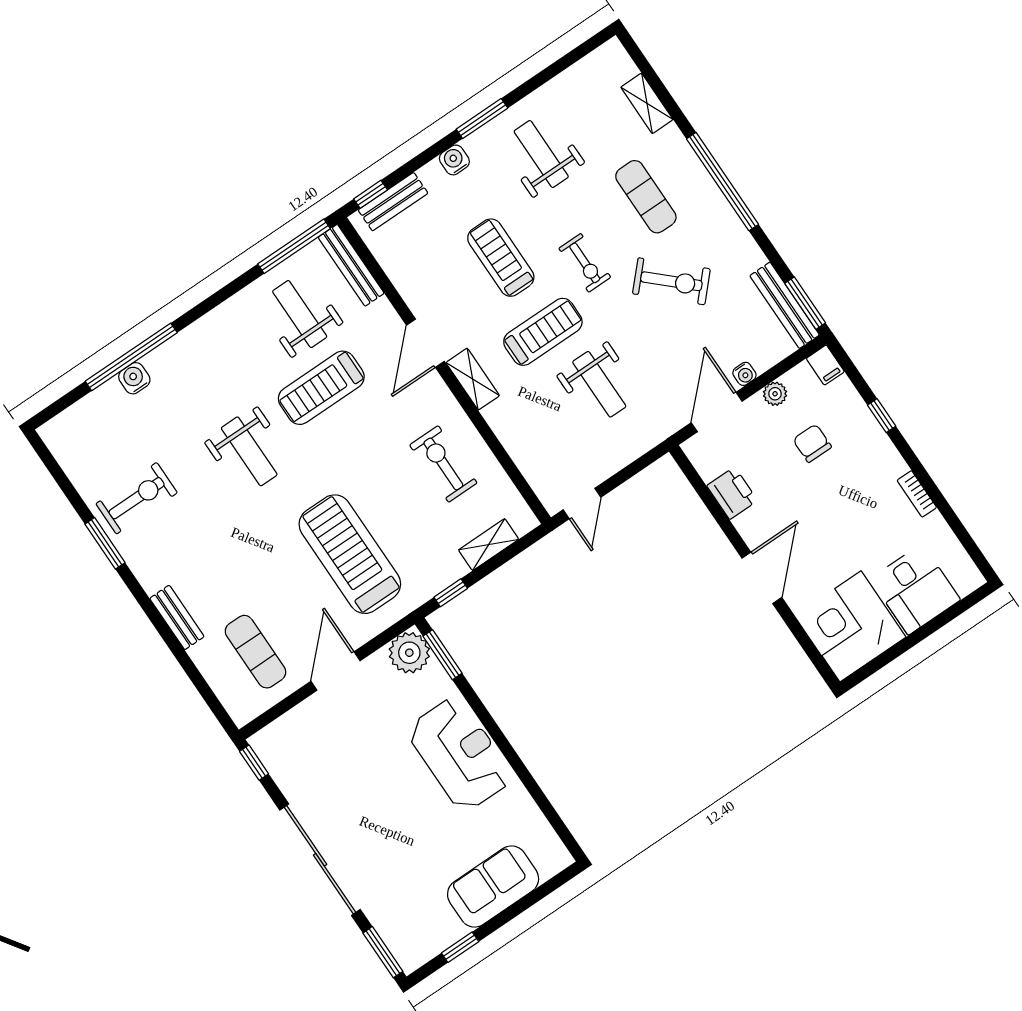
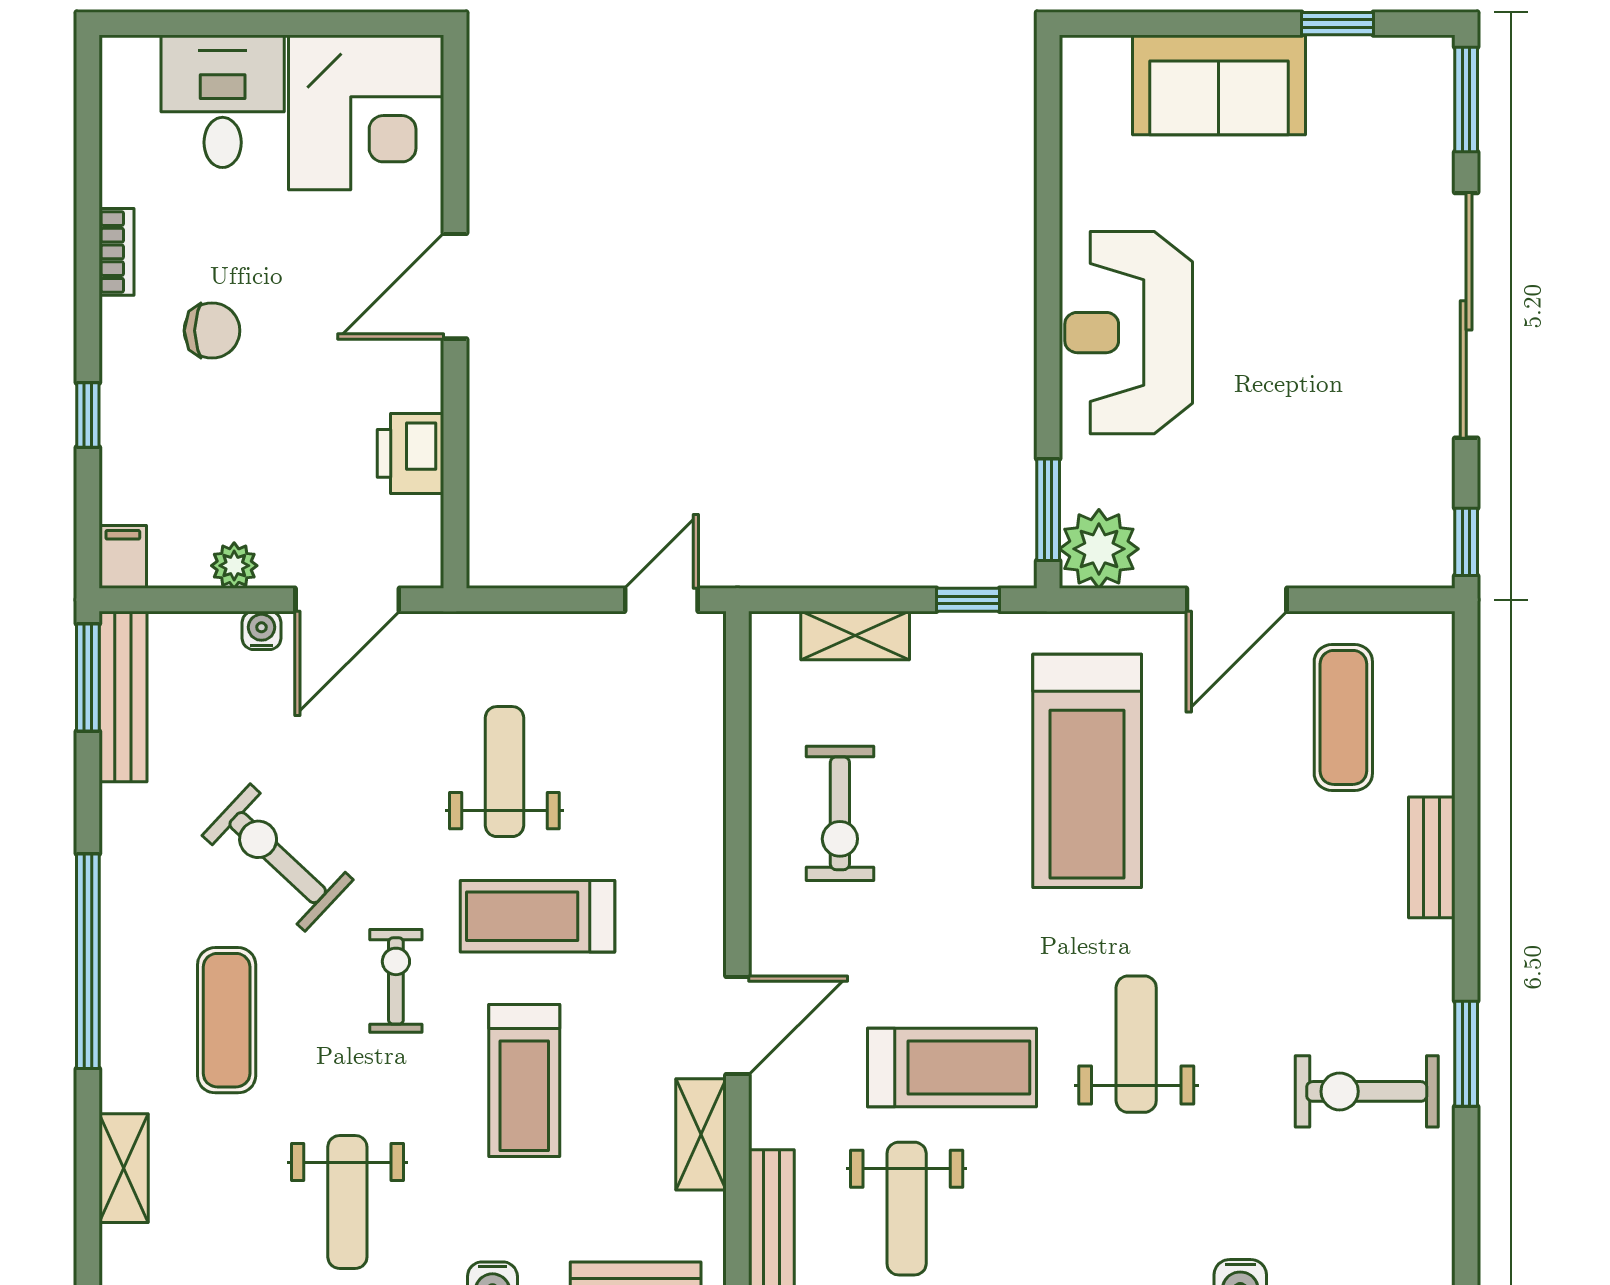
shelving: (473, 379) -> (701, 1134), moved
chair: (812, 443) -> (212, 331), moved, turned -90

